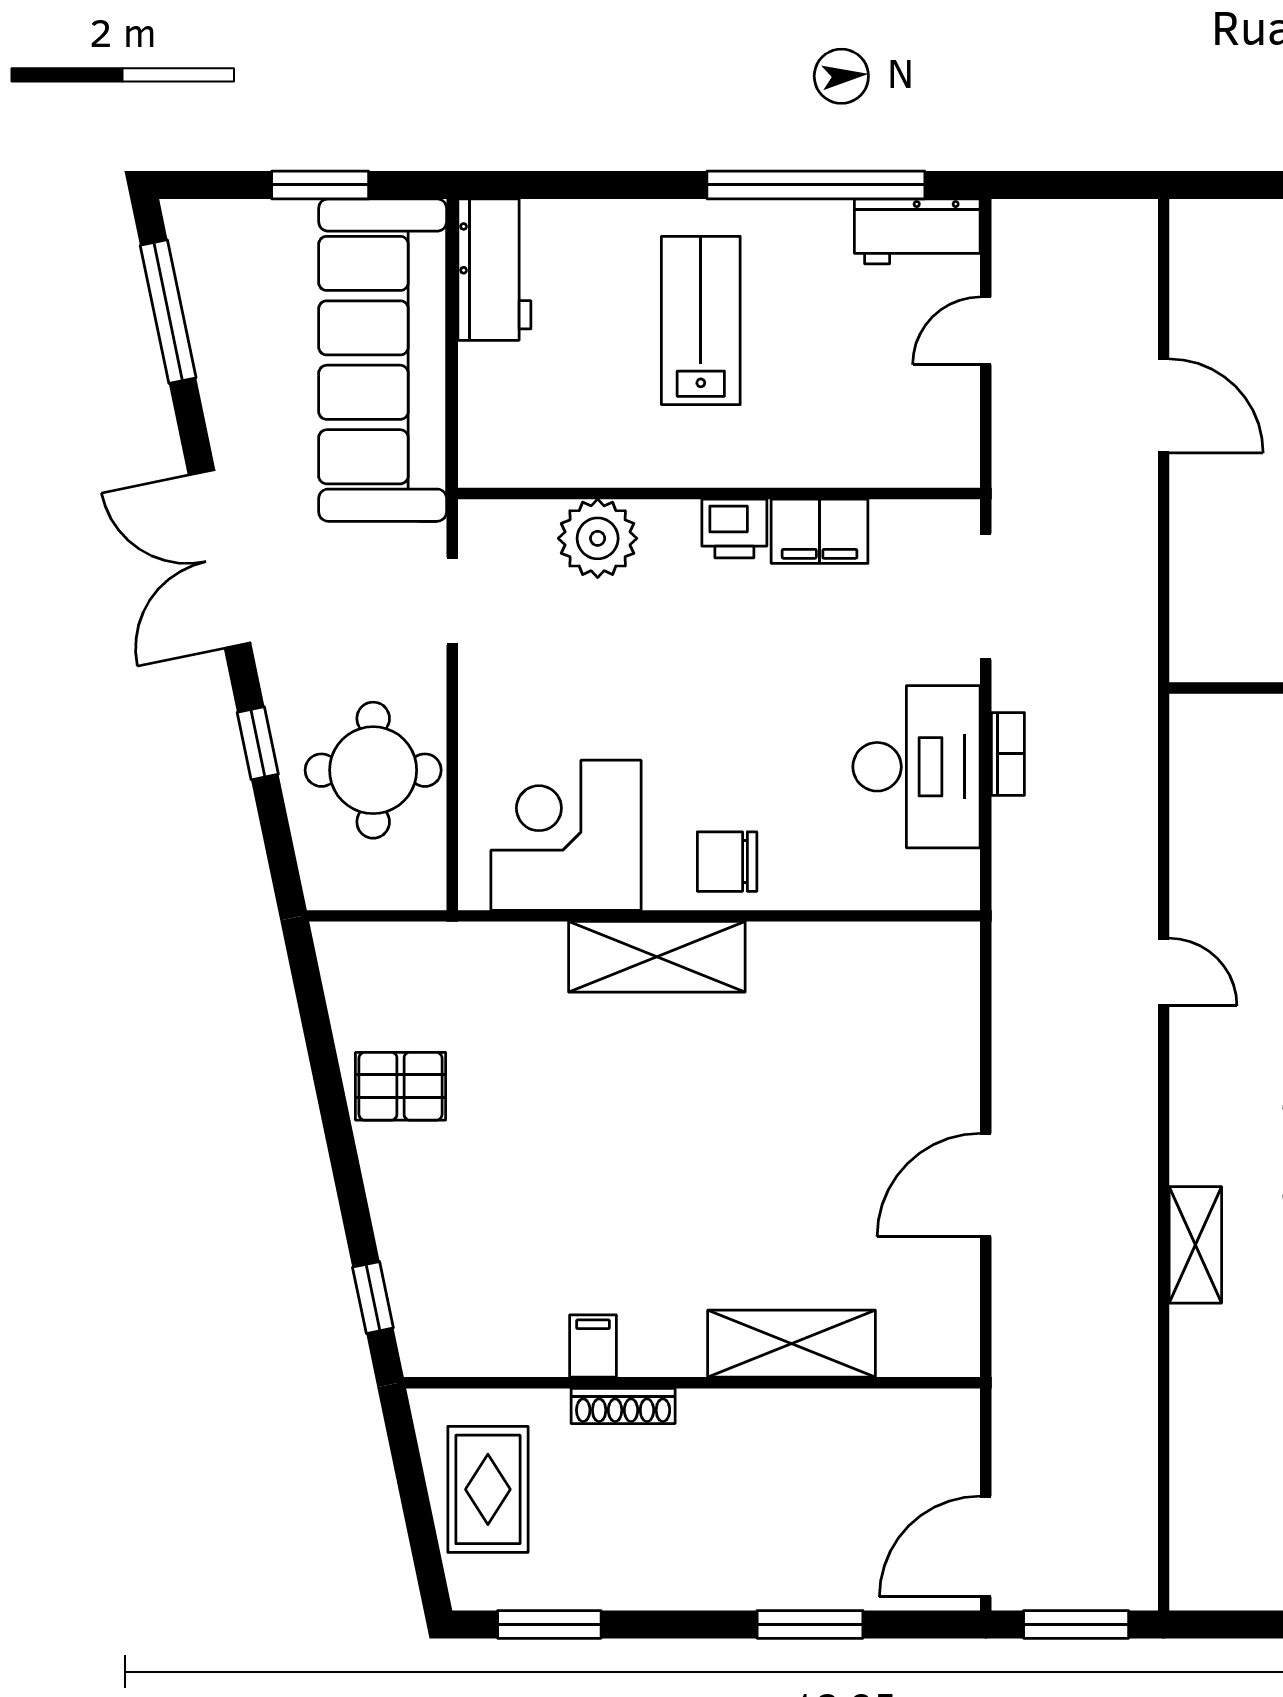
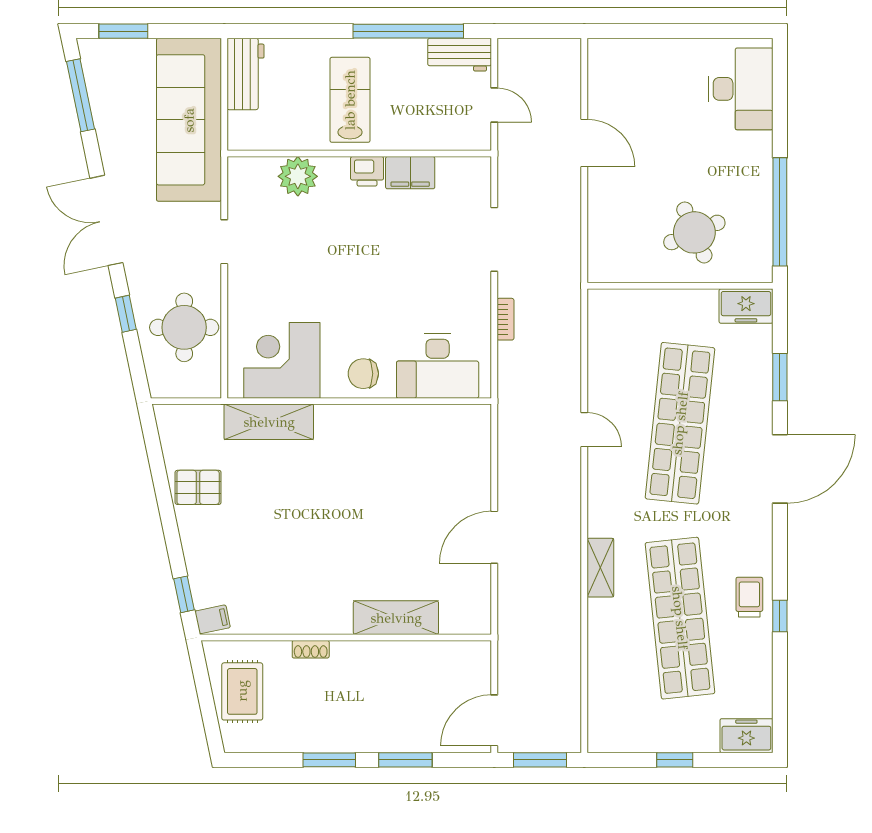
window: (320, 185) -> (123, 31), moved
door: (986, 331) -> (494, 105), swing flipped
wall: (719, 493) -> (359, 154), moved
printer: (734, 528) -> (367, 171), moved
filing cabinet: (820, 531) -> (410, 173), moved
plant: (598, 538) -> (298, 176), moved
desk: (917, 767) -> (438, 366), moved, turned 90
shelving: (657, 957) -> (269, 422), moved
filing cabinet: (593, 1346) -> (213, 619), moved, turned 78
shoe rack: (623, 1406) -> (311, 649), width x0.70
window: (549, 1624) -> (329, 760), moved

